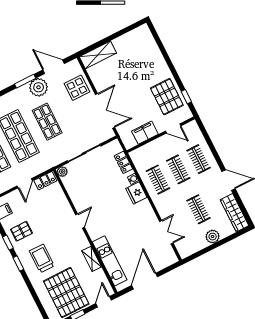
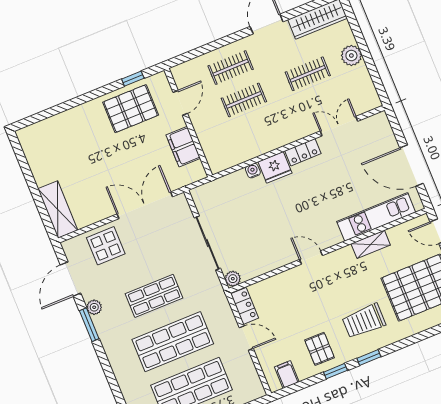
plant: (39, 87) -> (94, 307), width x0.53, depth x0.53
locker: (123, 162) -> (303, 152), moved
clothes rail: (158, 180) -> (257, 132), removed

